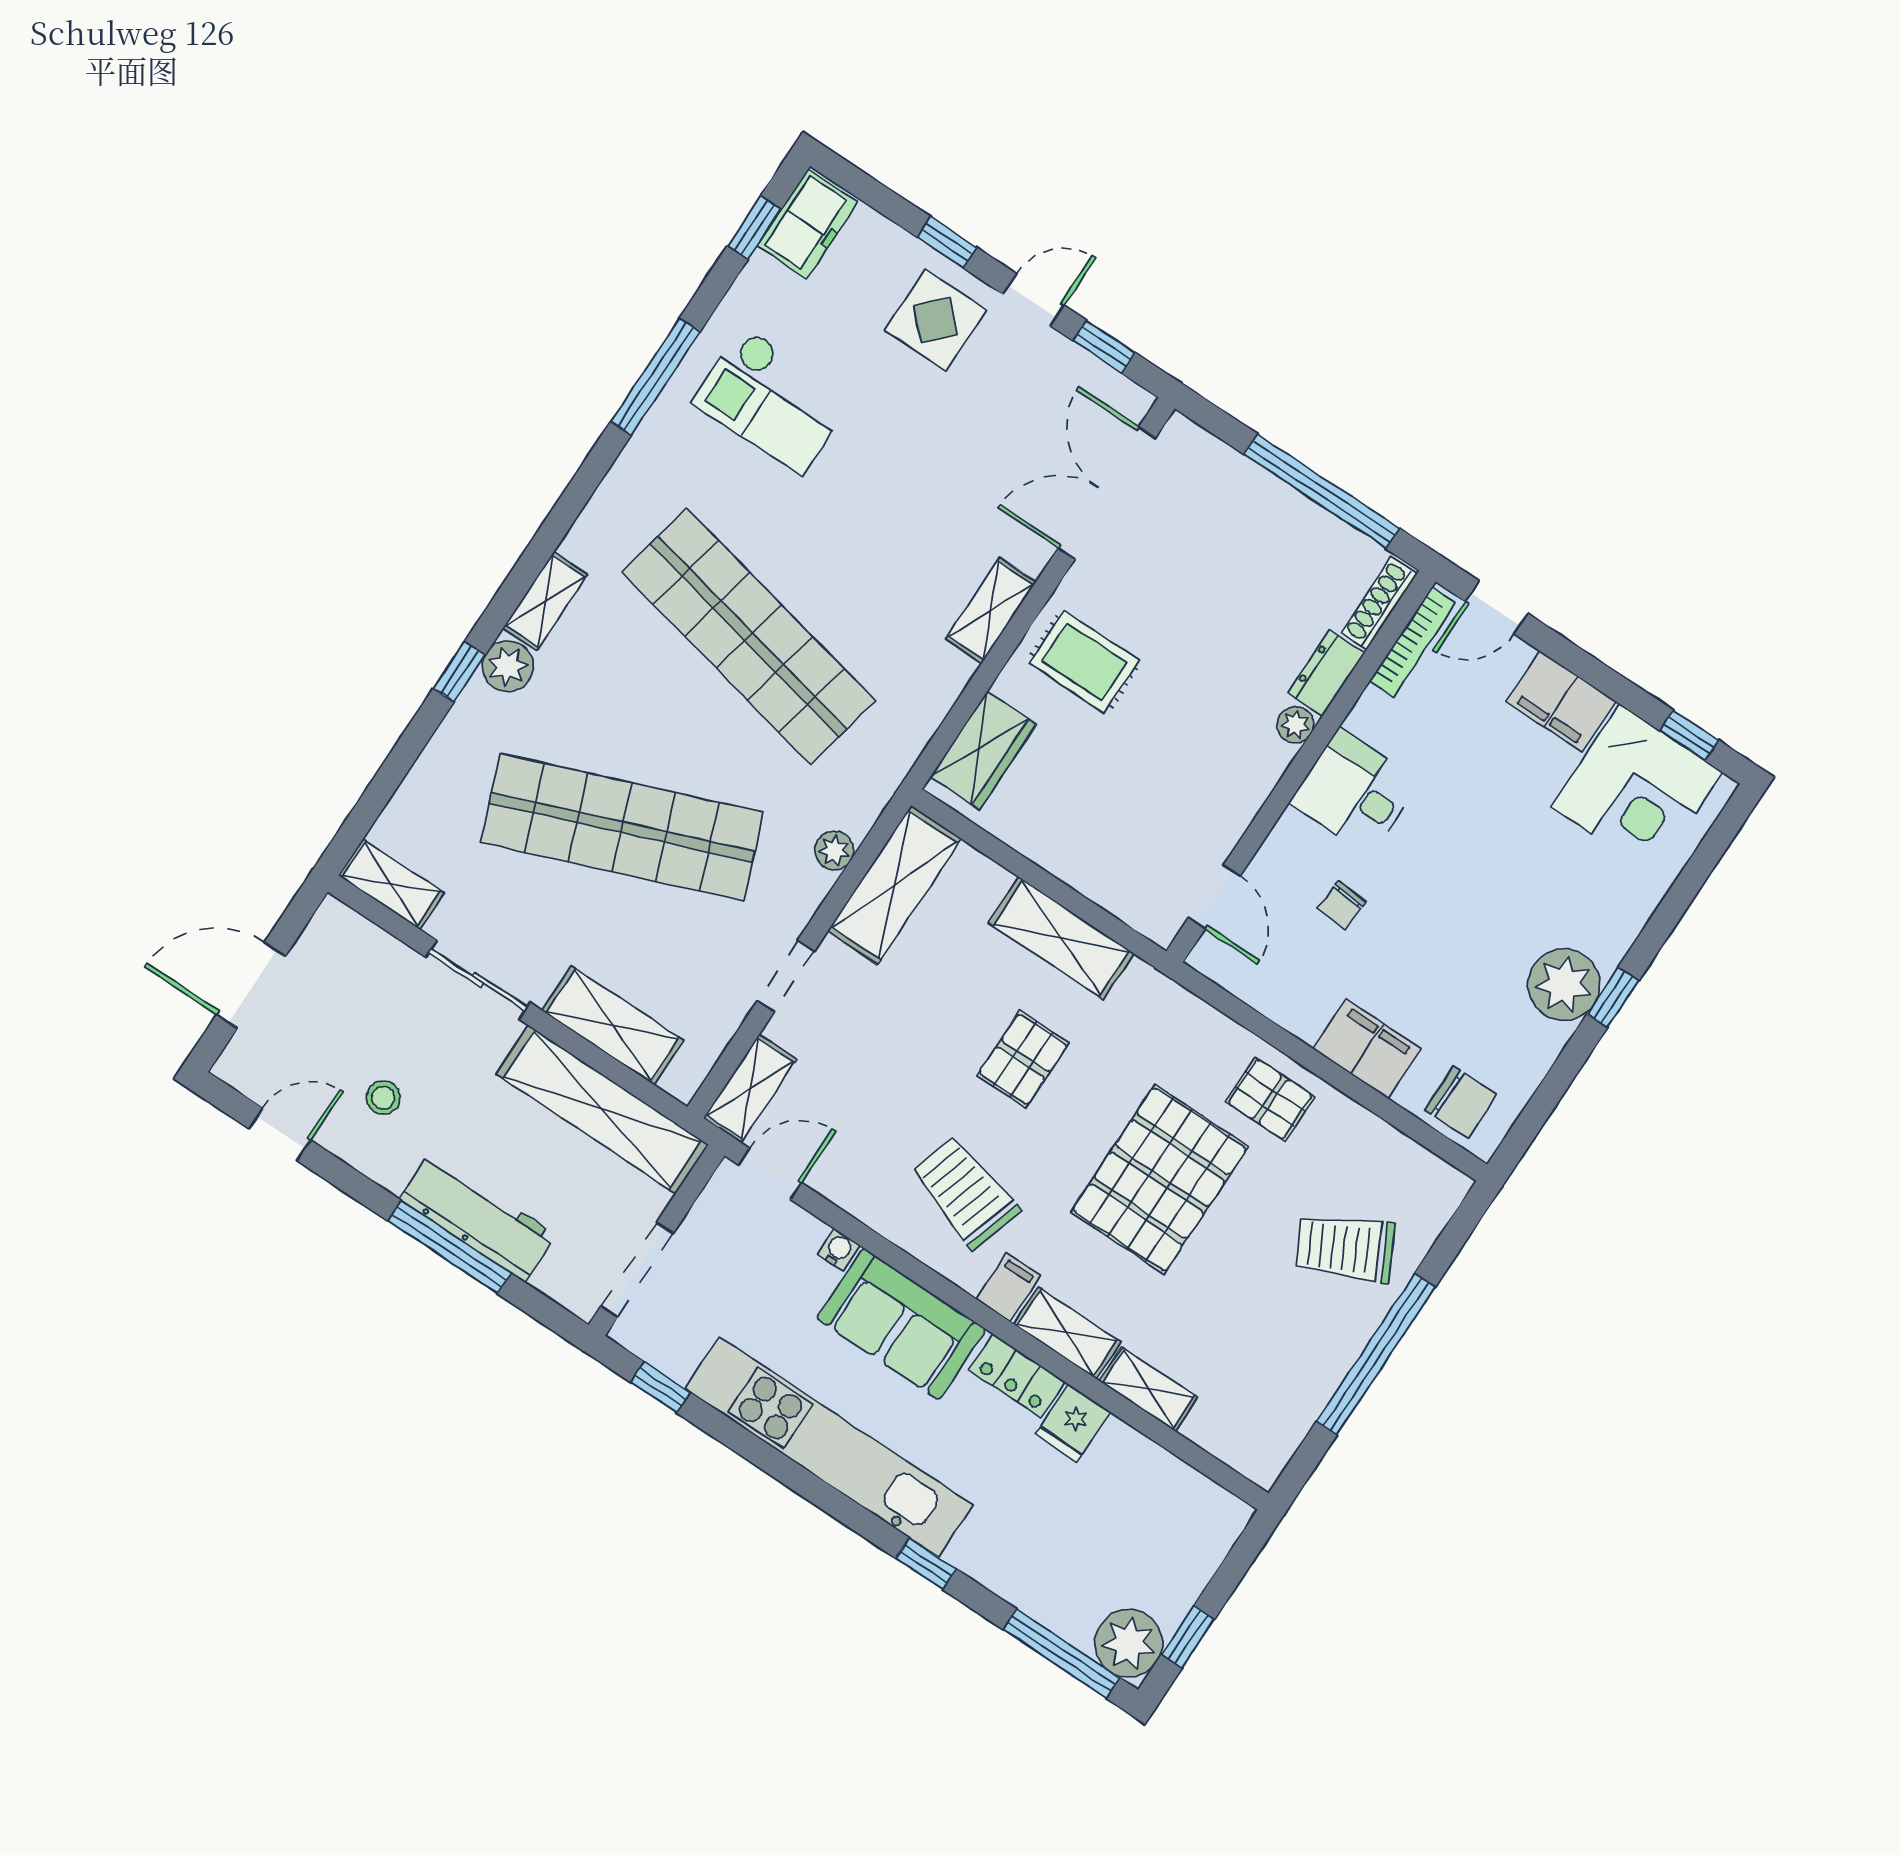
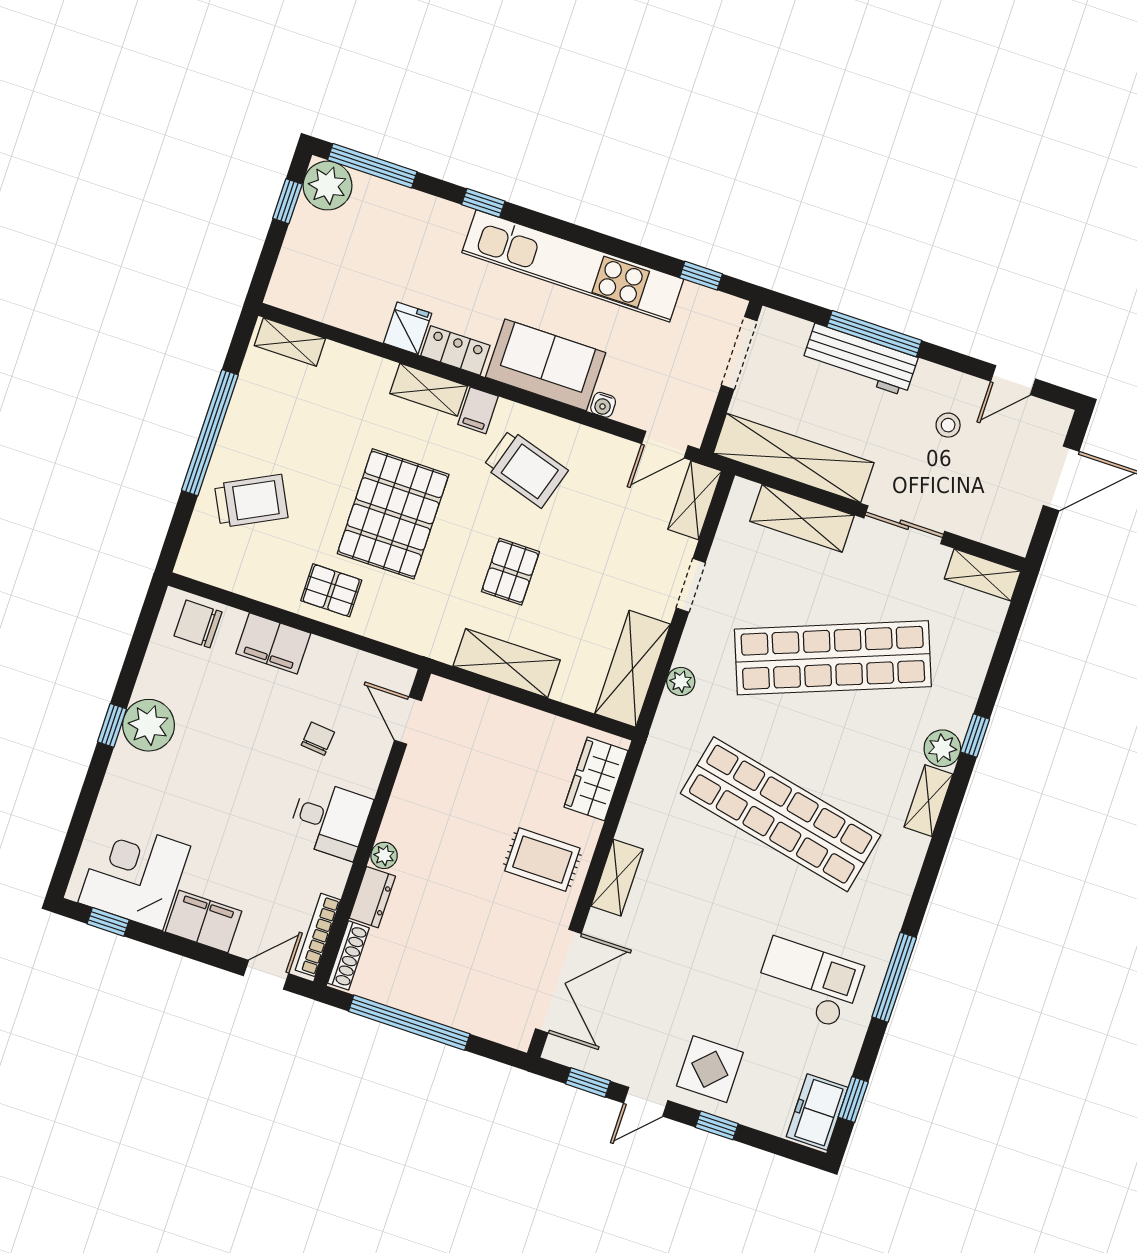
shelving: (1149, 1389) -> (290, 342), moved

